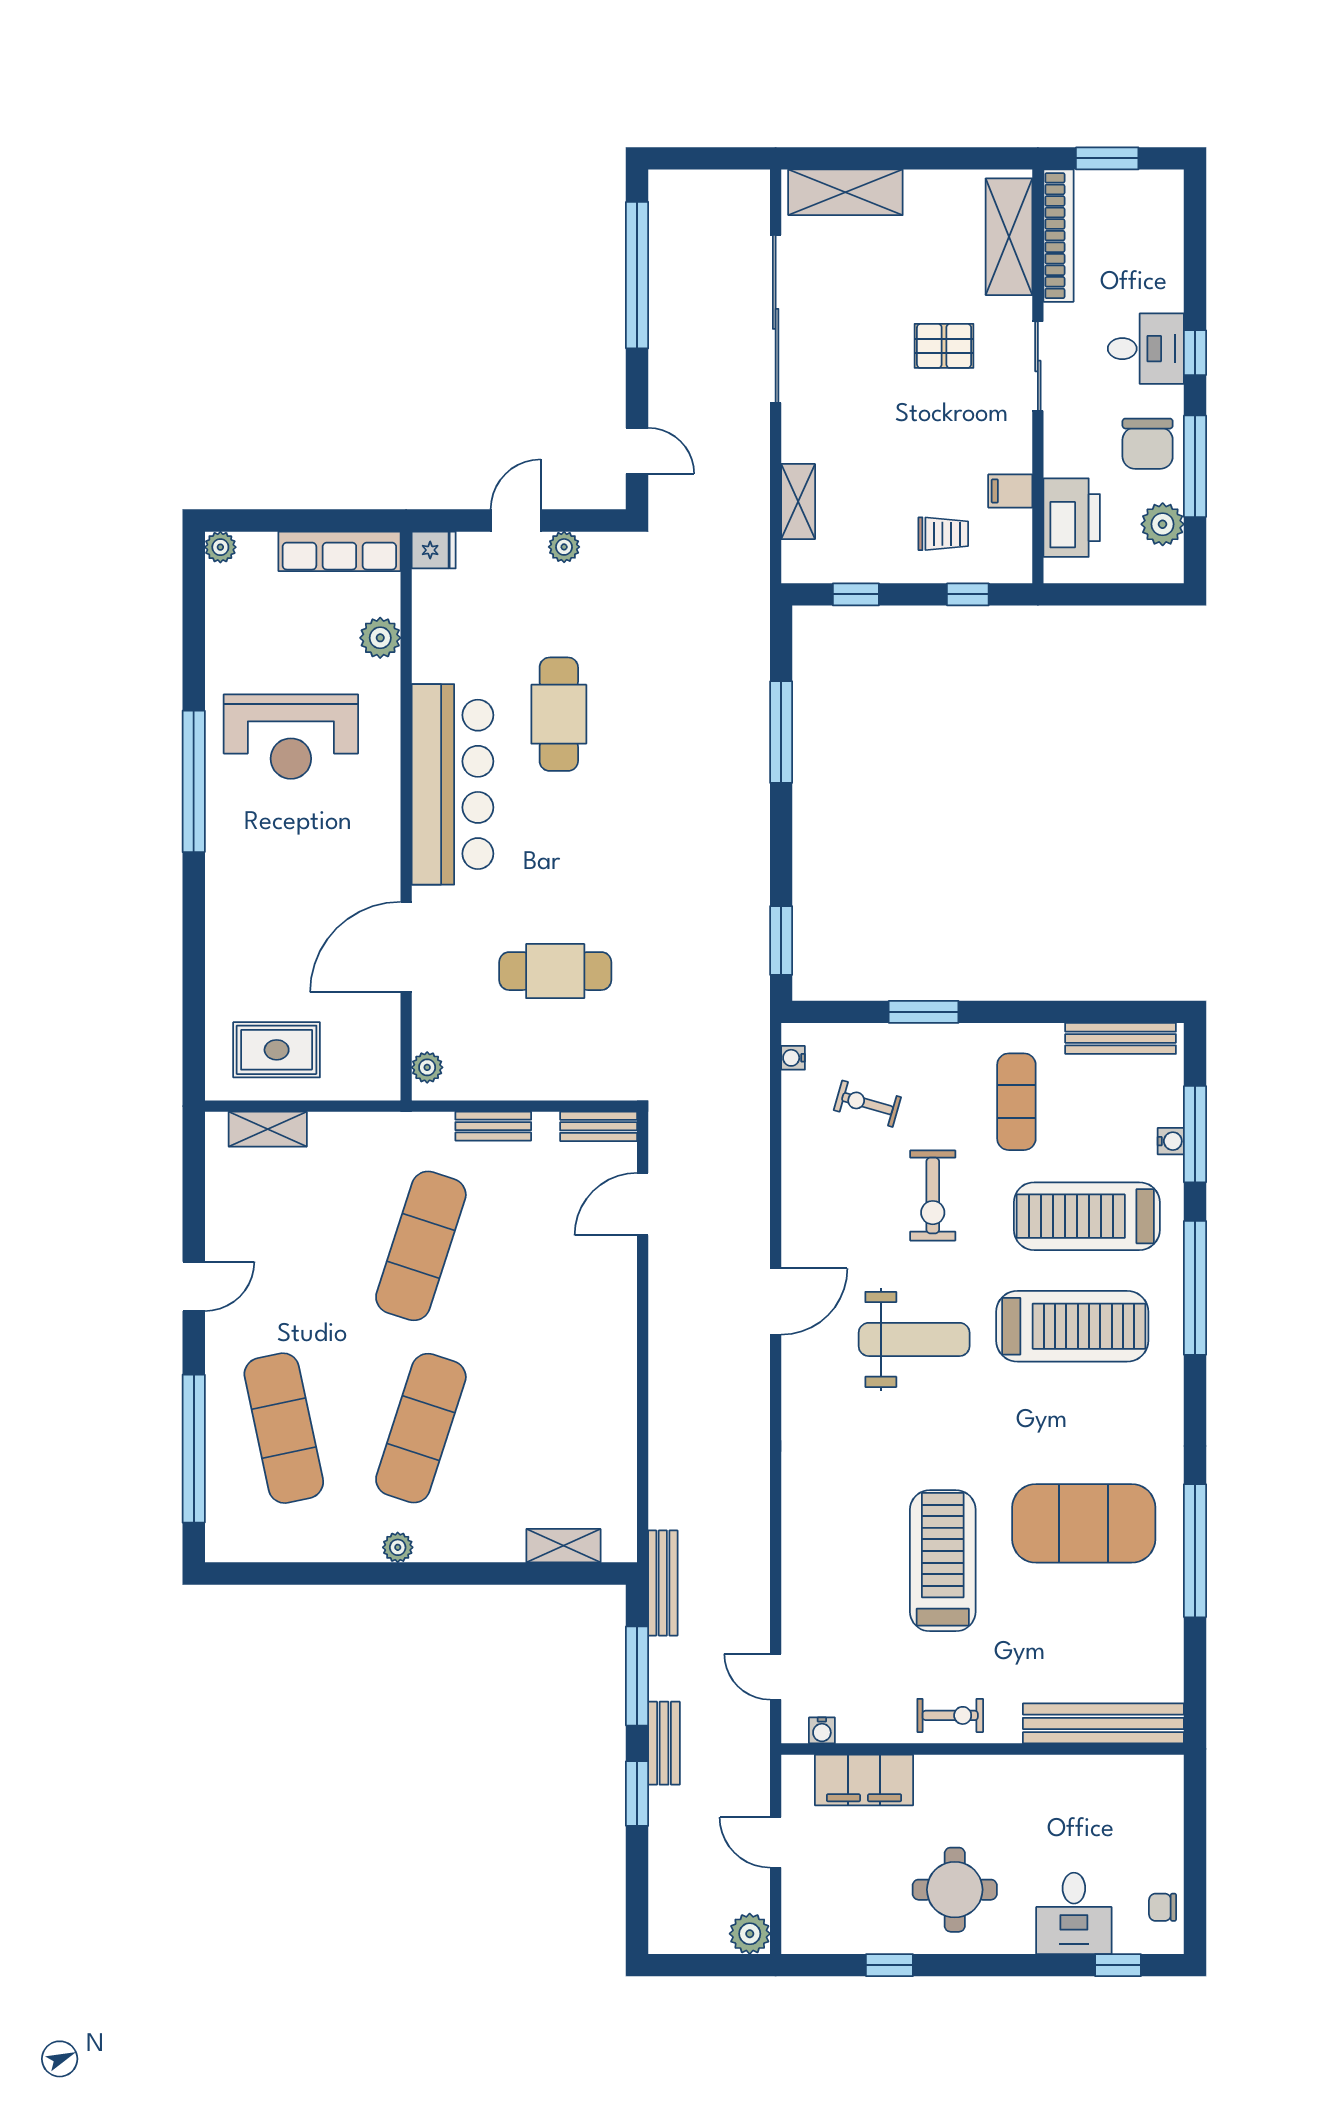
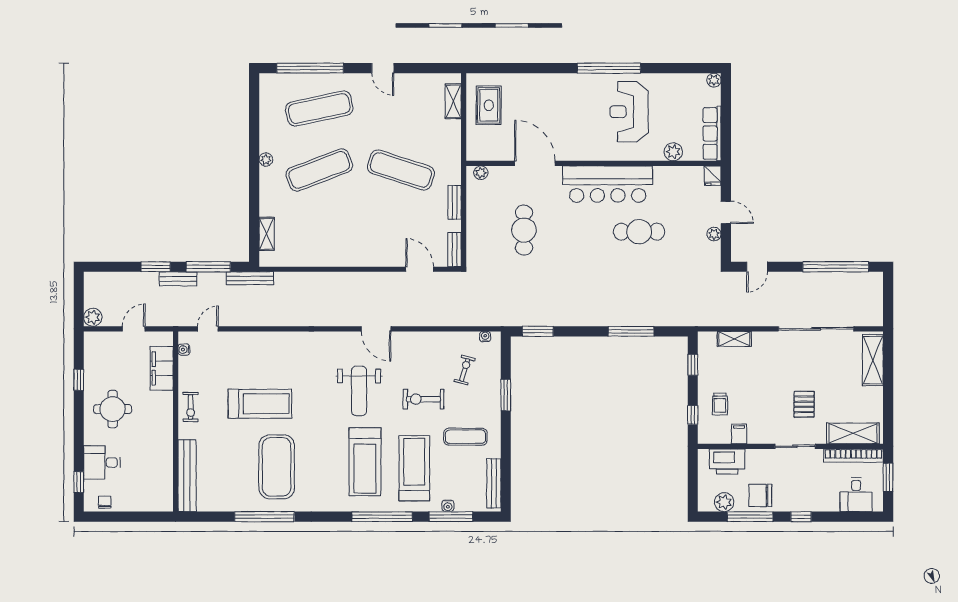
desk: (1146, 349) -> (856, 495), moved
exercise mat: (421, 1428) -> (319, 170), turned -39

